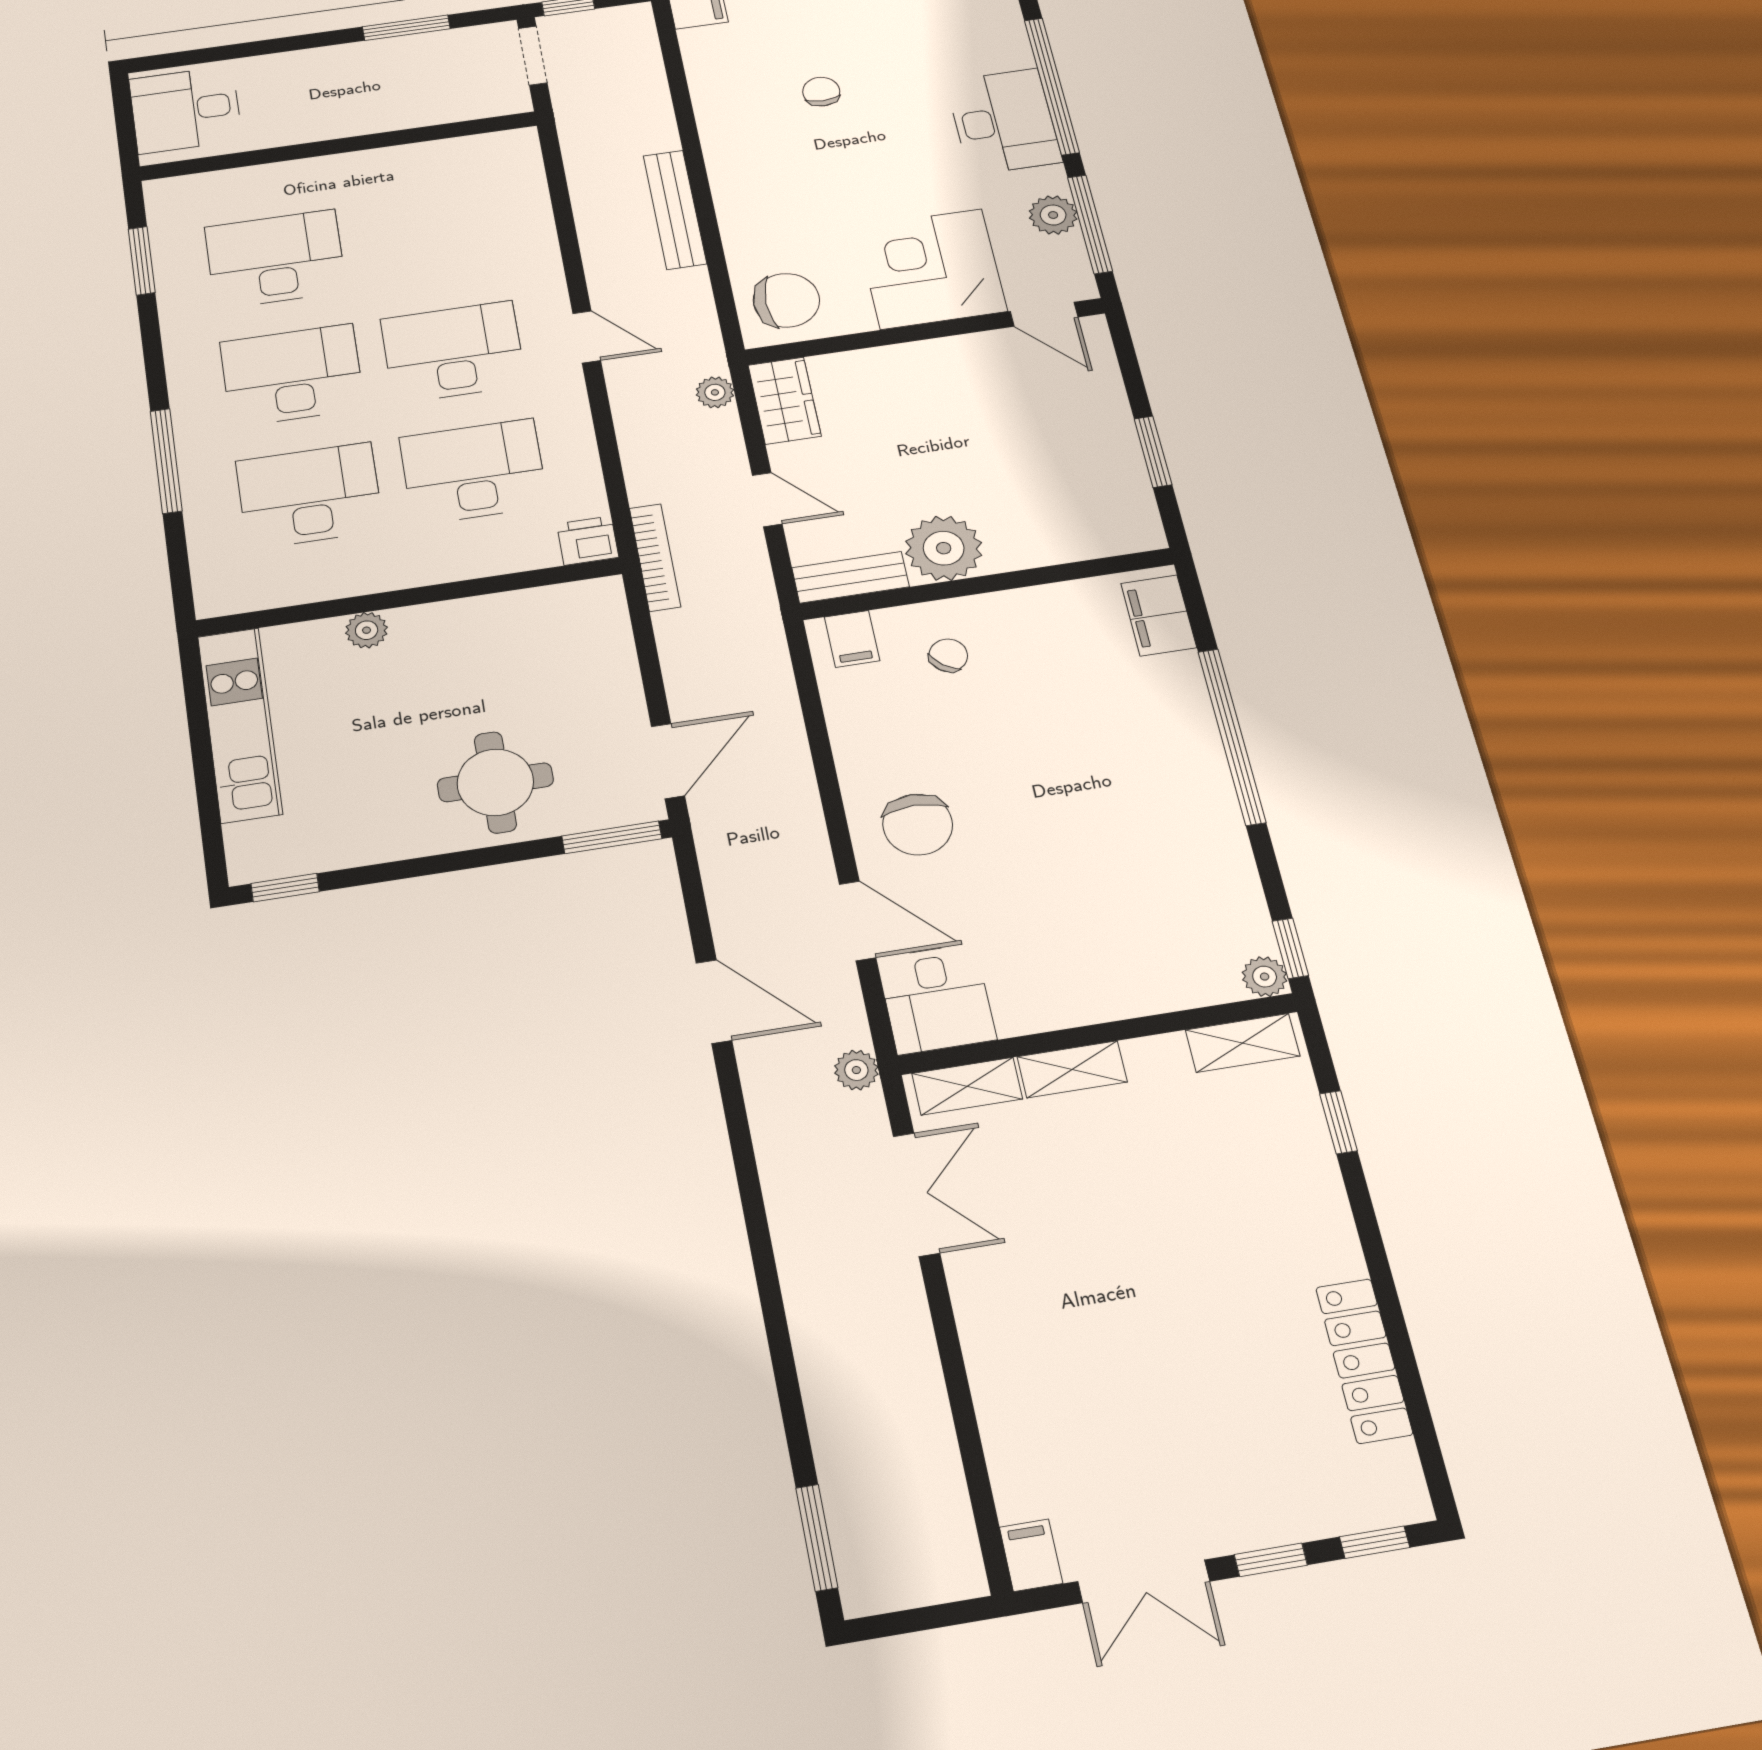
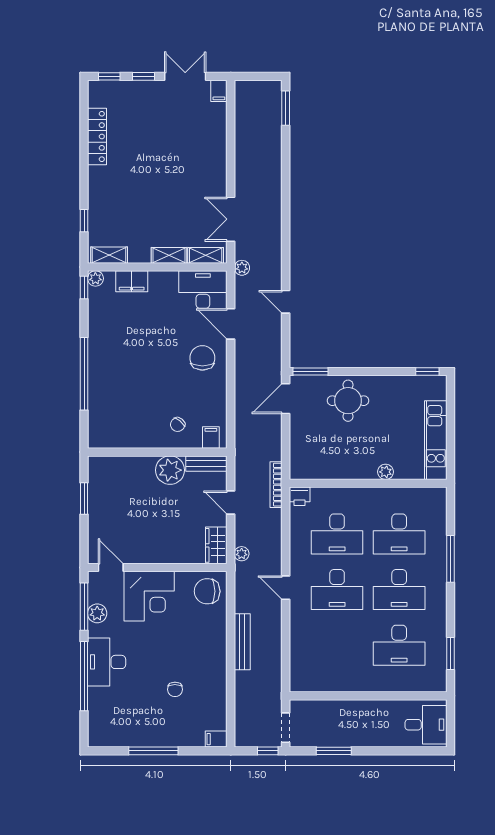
filing cabinet: (1159, 615) -> (132, 281), moved, turned 90
desk: (936, 999) -> (203, 290), width x1.37
door: (714, 1002) -> (286, 302), width x0.73

